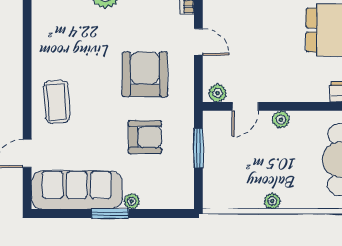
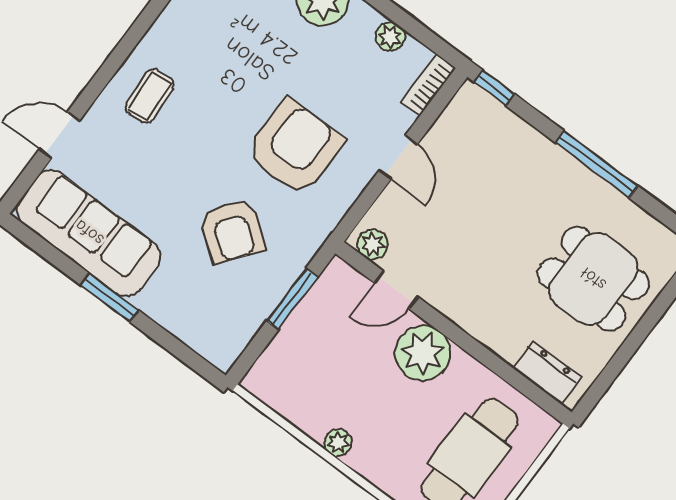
coffee table: (57, 102) -> (150, 96), width x0.73, depth x0.77
plant: (281, 120) -> (423, 353), width x1.87, depth x1.87
armchair: (145, 137) -> (232, 231), turned 37
plant: (132, 201) -> (151, 303), removed

